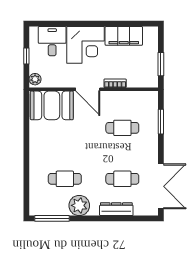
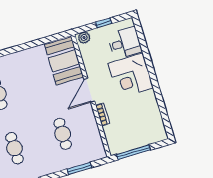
filing cabinet: (124, 36) -> (150, 109), removed
window: (161, 64) -> (134, 152), width x1.44

